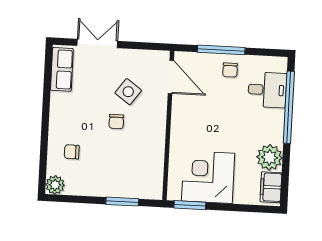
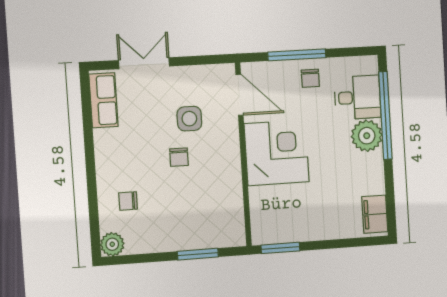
side table: (128, 92) -> (189, 119), turned -36
plant: (270, 157) -> (367, 136), moved
corner desk: (208, 177) -> (277, 153), moved, turned 90

